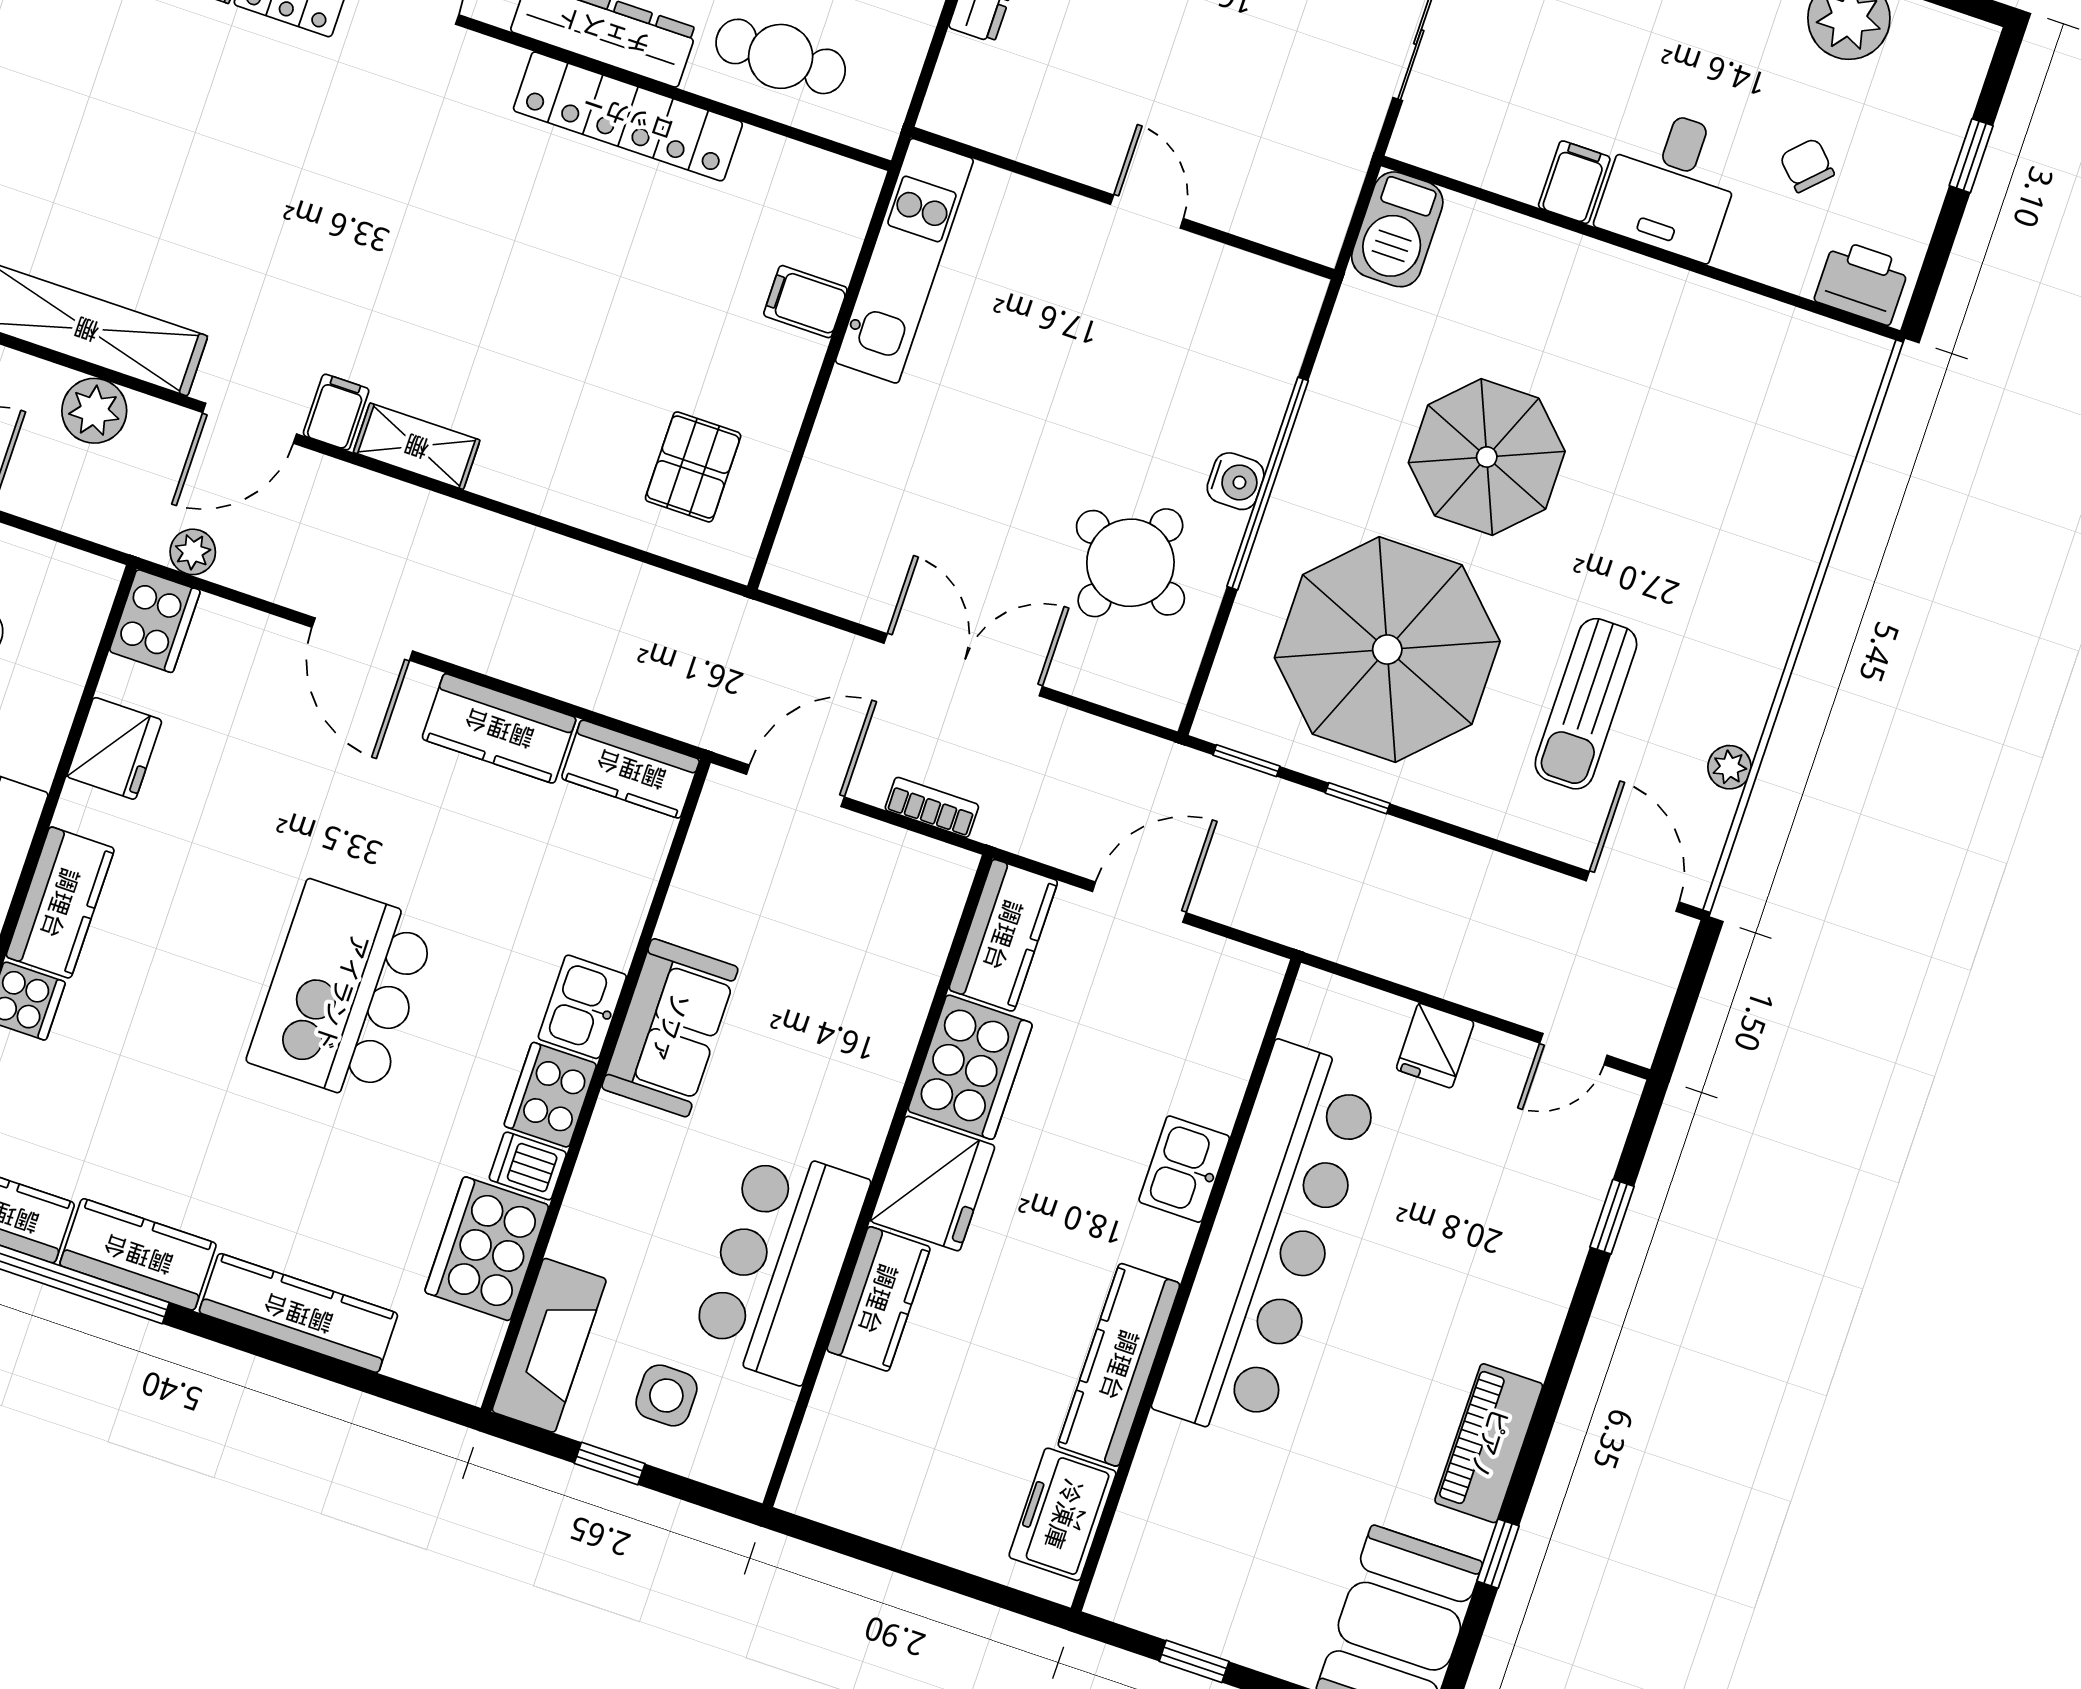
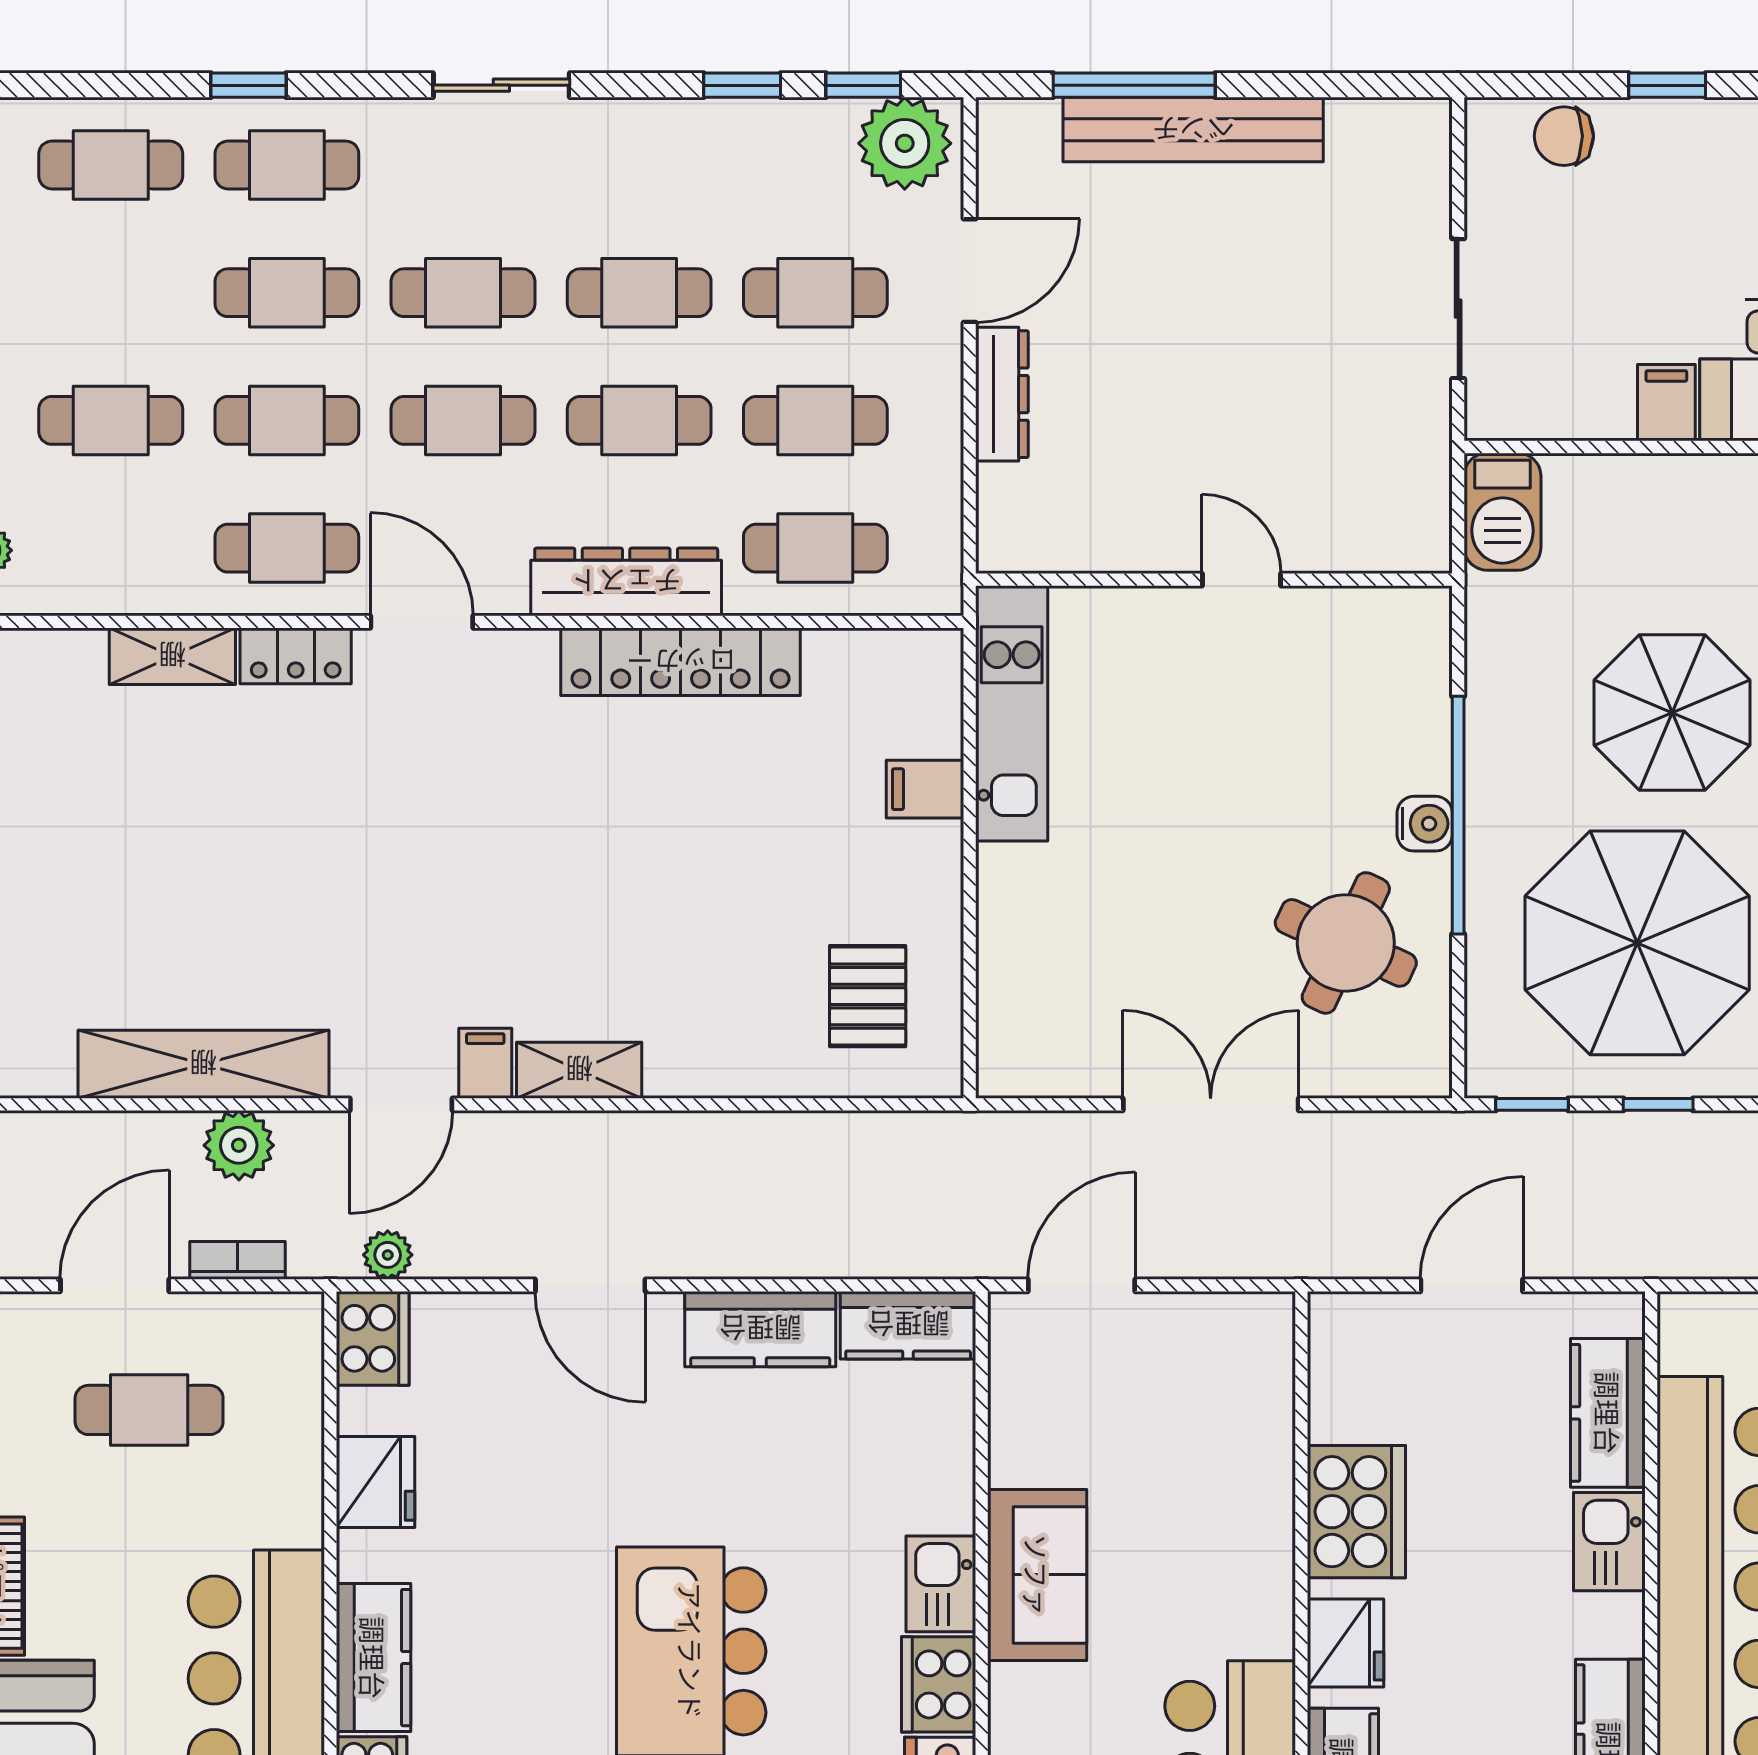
bookcase: (932, 807) -> (237, 1260), moved
kitchen counter: (1003, 935) -> (1608, 1413), moved, turned 180
fridge: (933, 1184) -> (1345, 1643), width x0.73, depth x0.75

